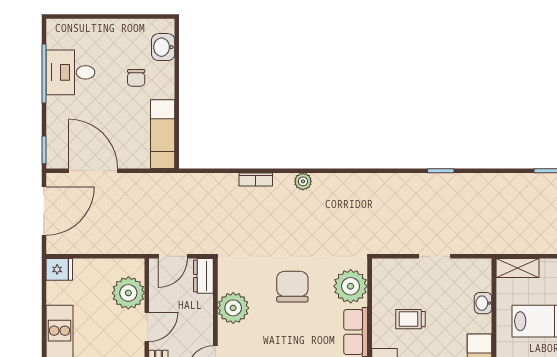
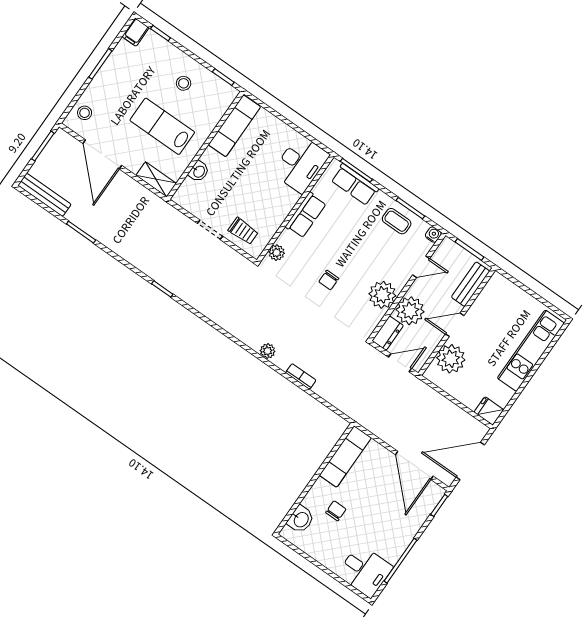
desk: (70, 72) -> (365, 571), moved
plant: (351, 286) -> (277, 253), width x0.53, depth x0.53
chair: (292, 287) -> (329, 280), width x0.54, depth x0.54
plant: (197, 311) -> (410, 311), added
trolley: (411, 319) -> (243, 231), moved

